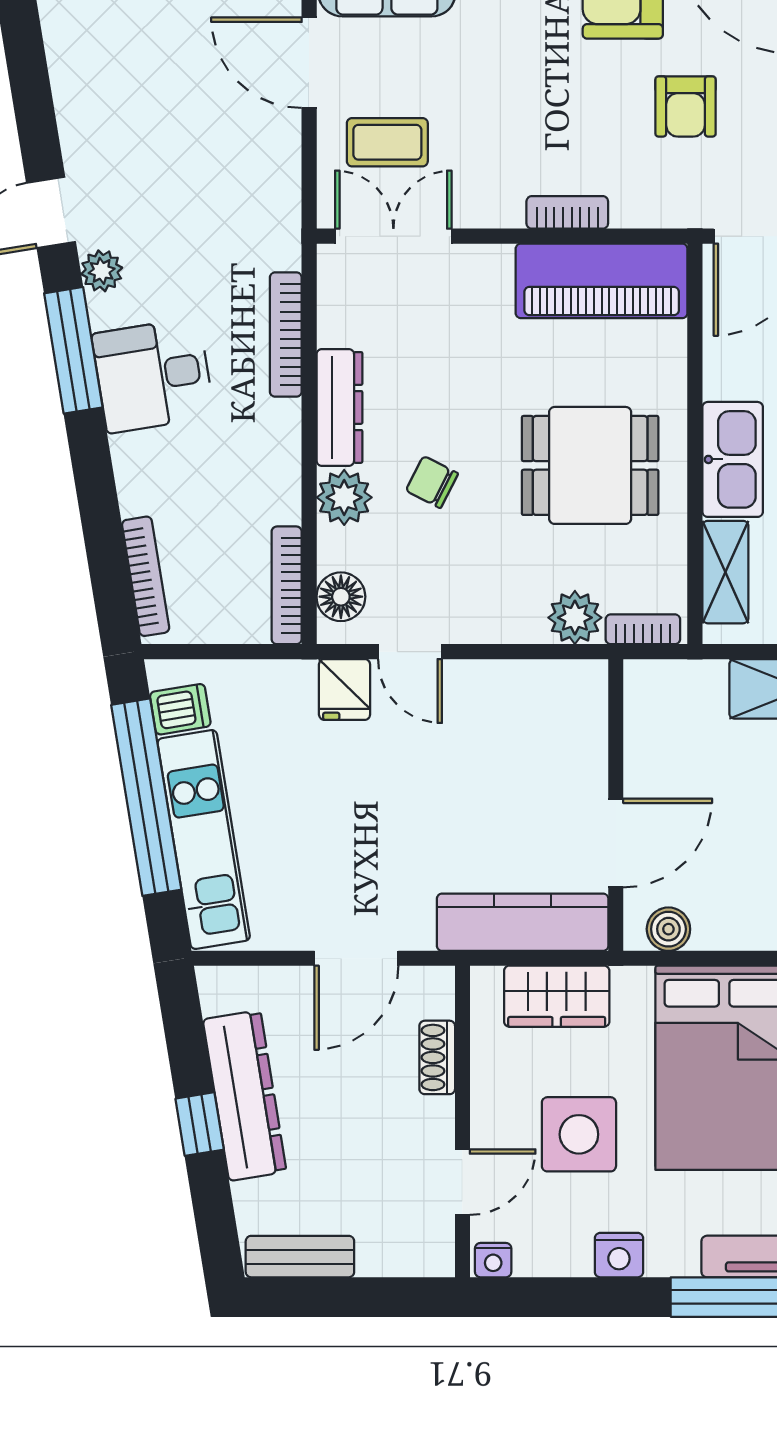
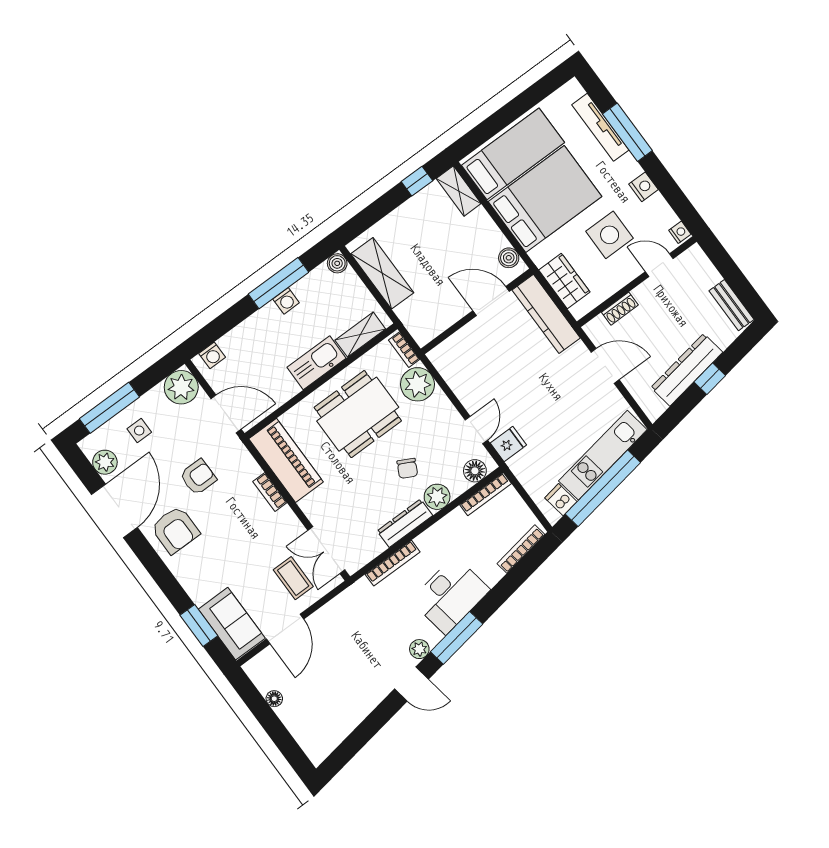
desk: (153, 375) -> (450, 595), width x1.37
dining table: (590, 465) -> (358, 414), width x1.38
plant: (575, 618) -> (418, 384), width x1.36, depth x1.36

